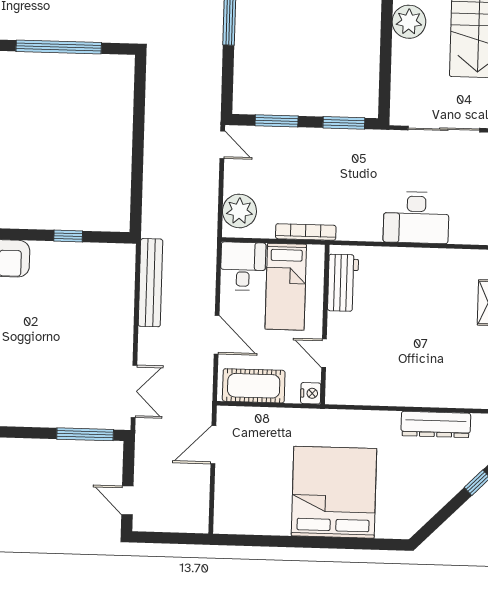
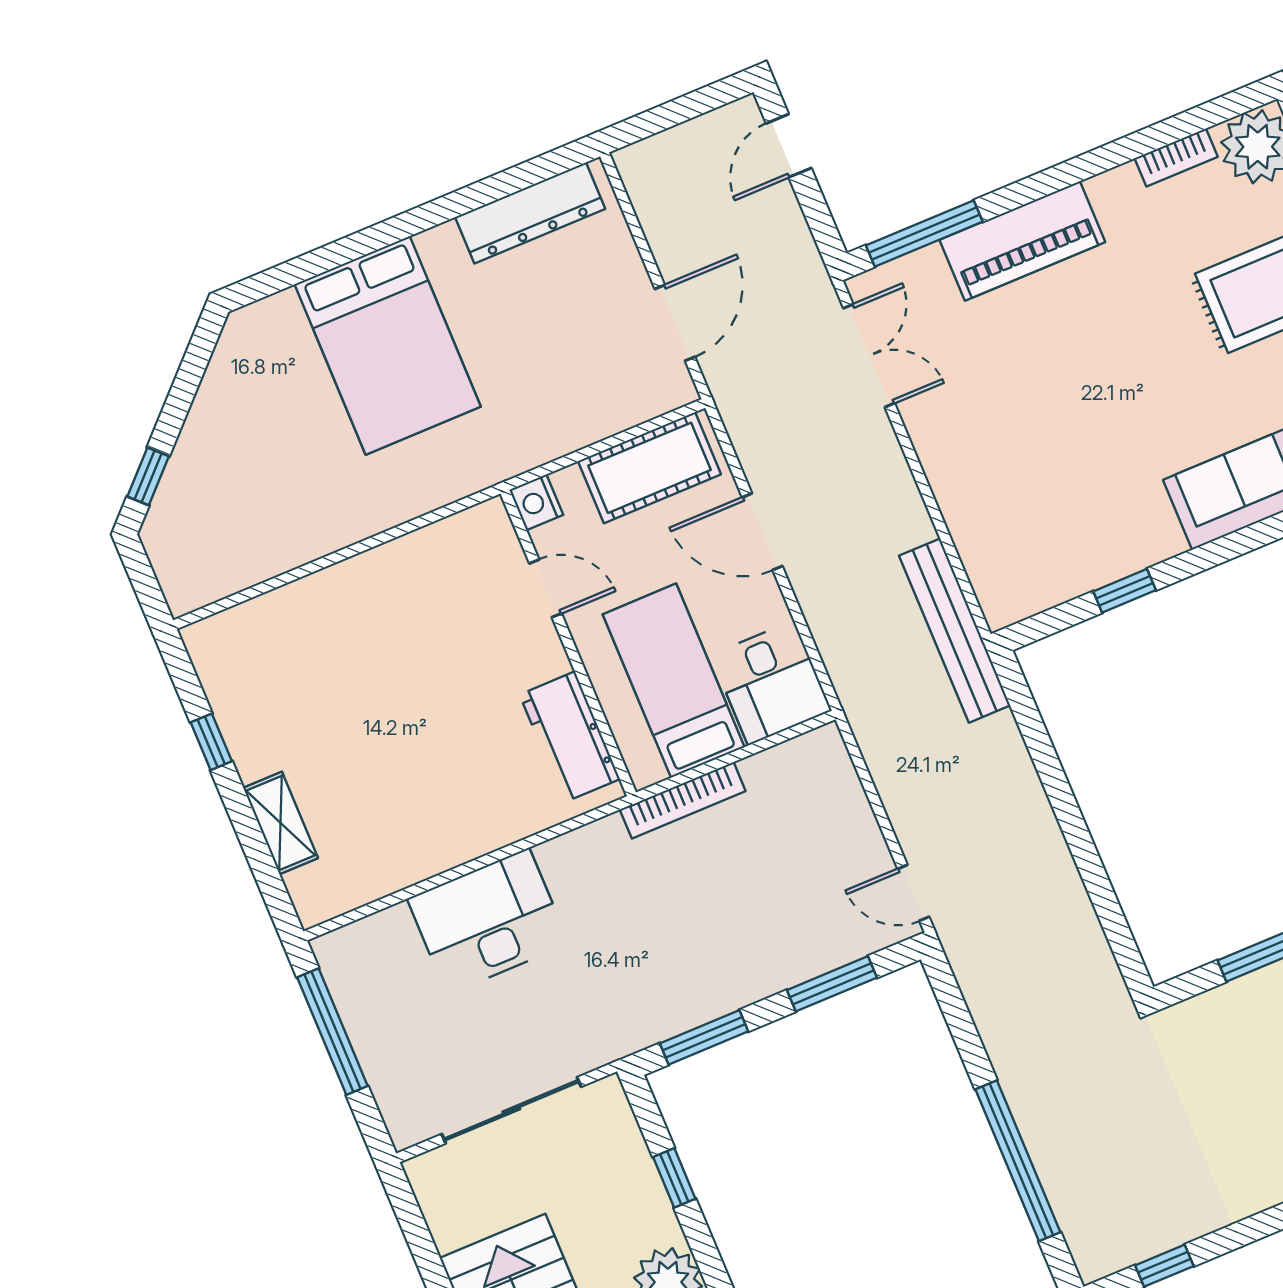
window: (385, 67) -> (674, 1178), added
plant: (239, 211) -> (825, 783), removed
bench: (150, 283) -> (955, 631), moved
double door: (134, 391) -> (869, 356), swing flipped
piano: (43, 411) -> (1022, 241), added
dresser: (436, 424) -> (530, 213), moved, turned 180
bed: (334, 492) -> (388, 345), width x0.73
door: (127, 500) -> (789, 146), swing flipped

